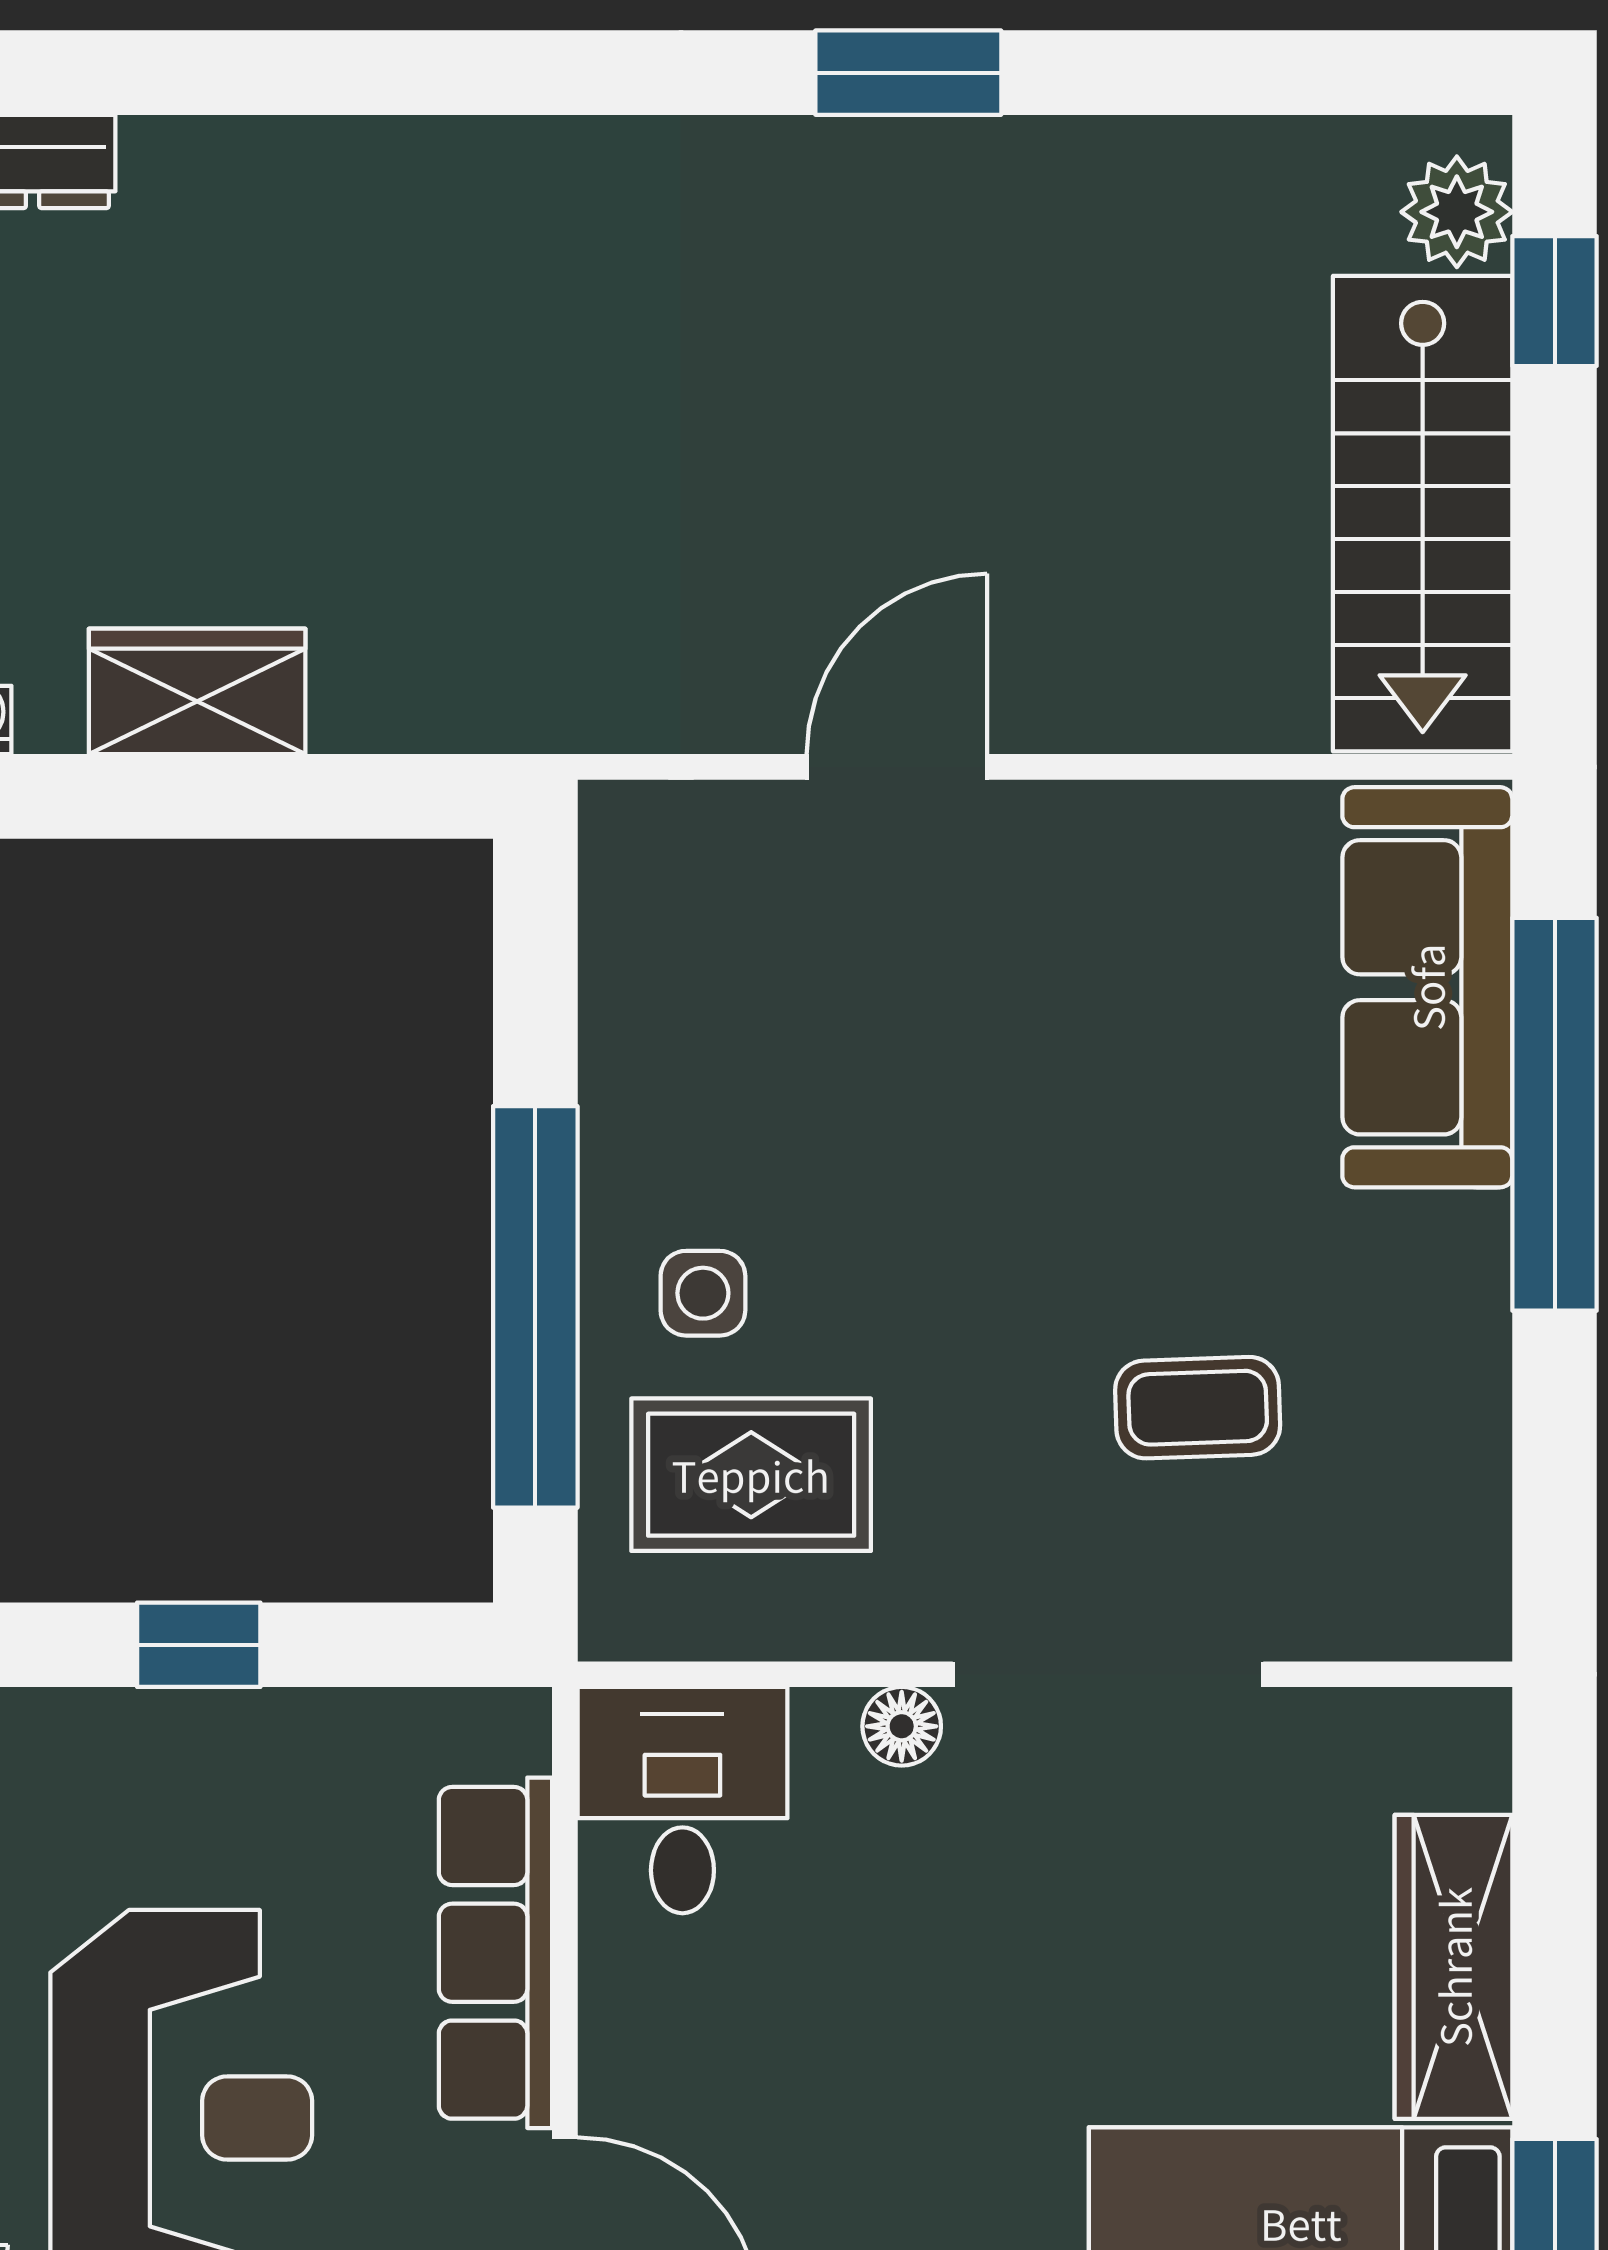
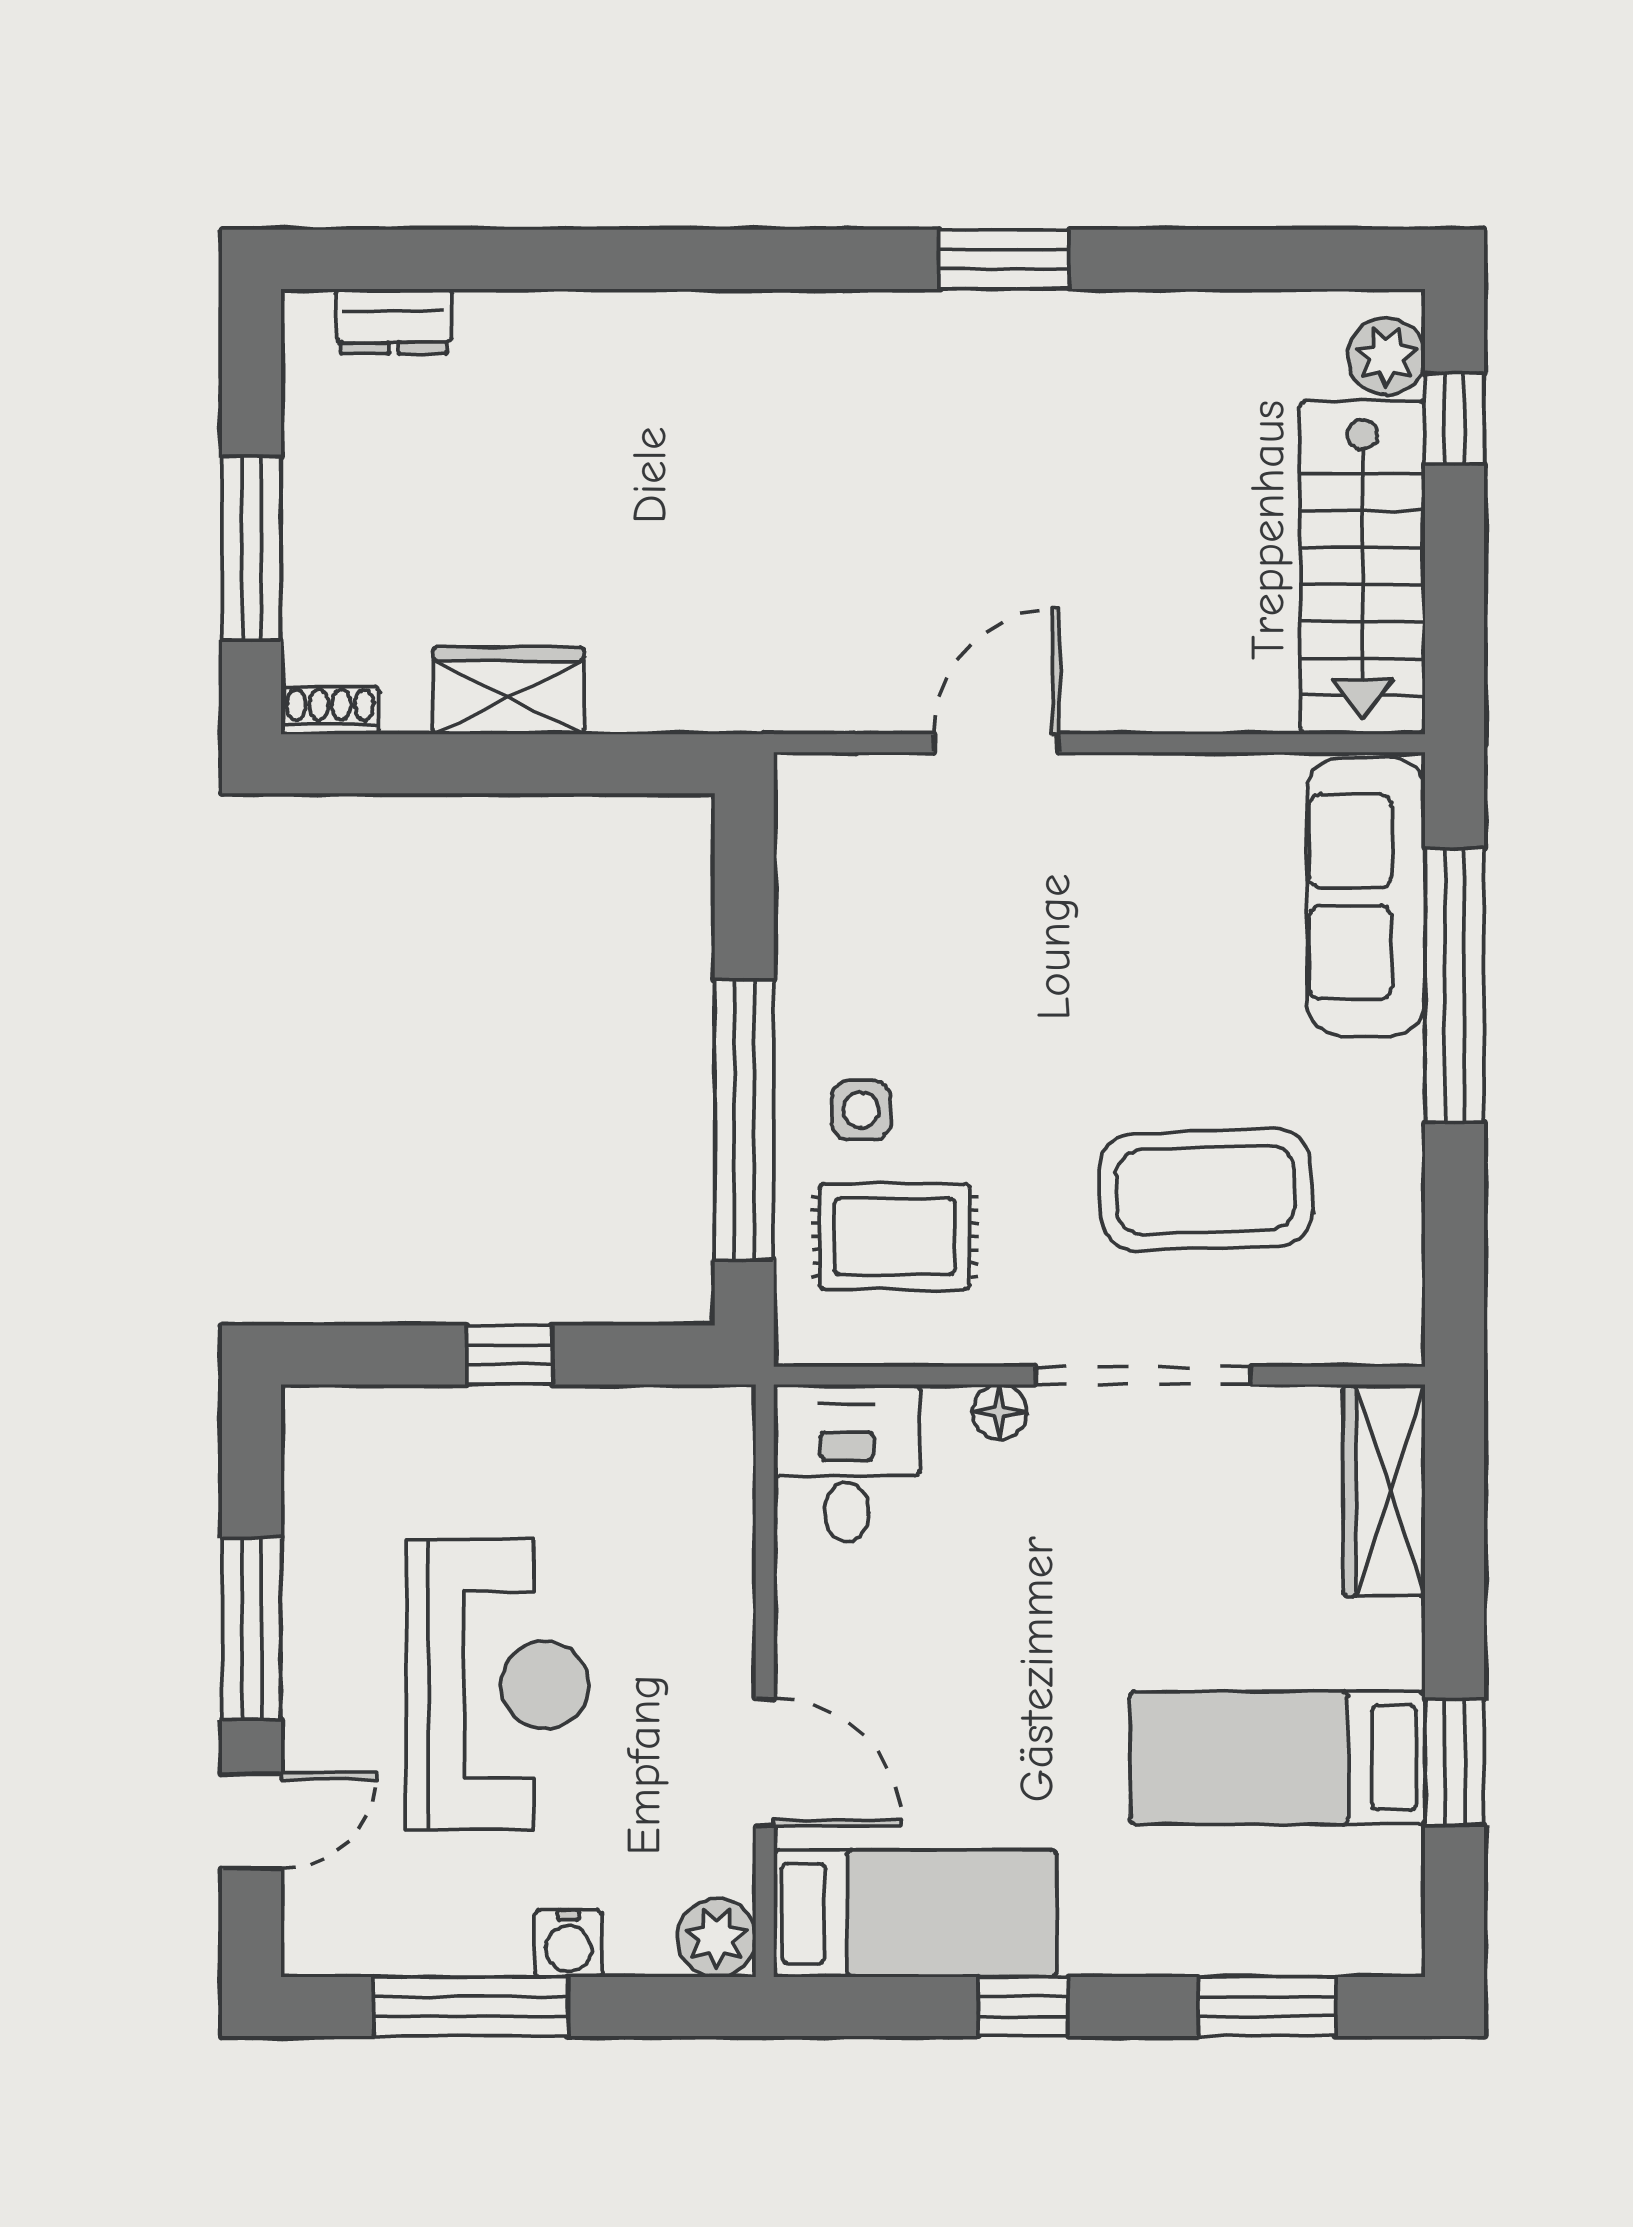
coffee table: (1198, 1408) -> (1206, 1190), width x1.86, depth x1.72
row of seats: (496, 1953) -> (716, 1570), removed
wardrobe: (1454, 1967) -> (1384, 1490), moved

